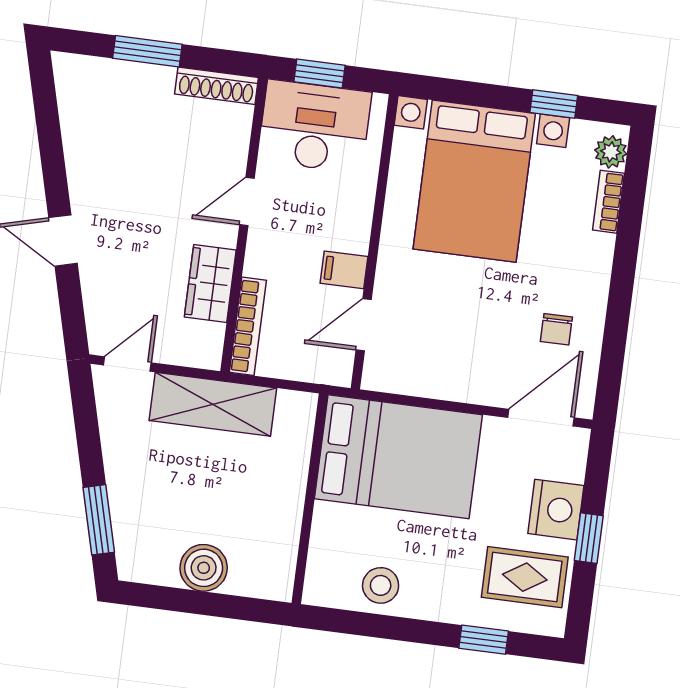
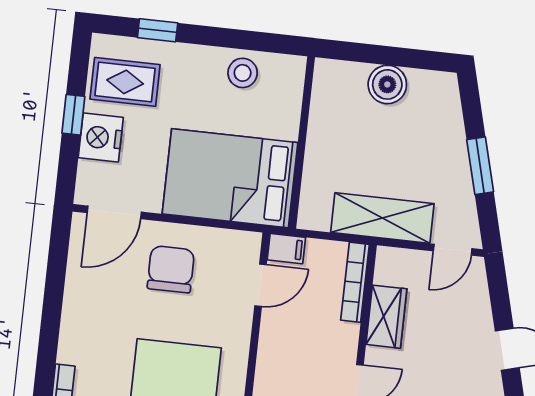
filing cabinet: (344, 270) -> (286, 249), moved
chair: (556, 329) -> (171, 269), moved, width x1.87, depth x1.87
window: (99, 520) -> (480, 166), moved

